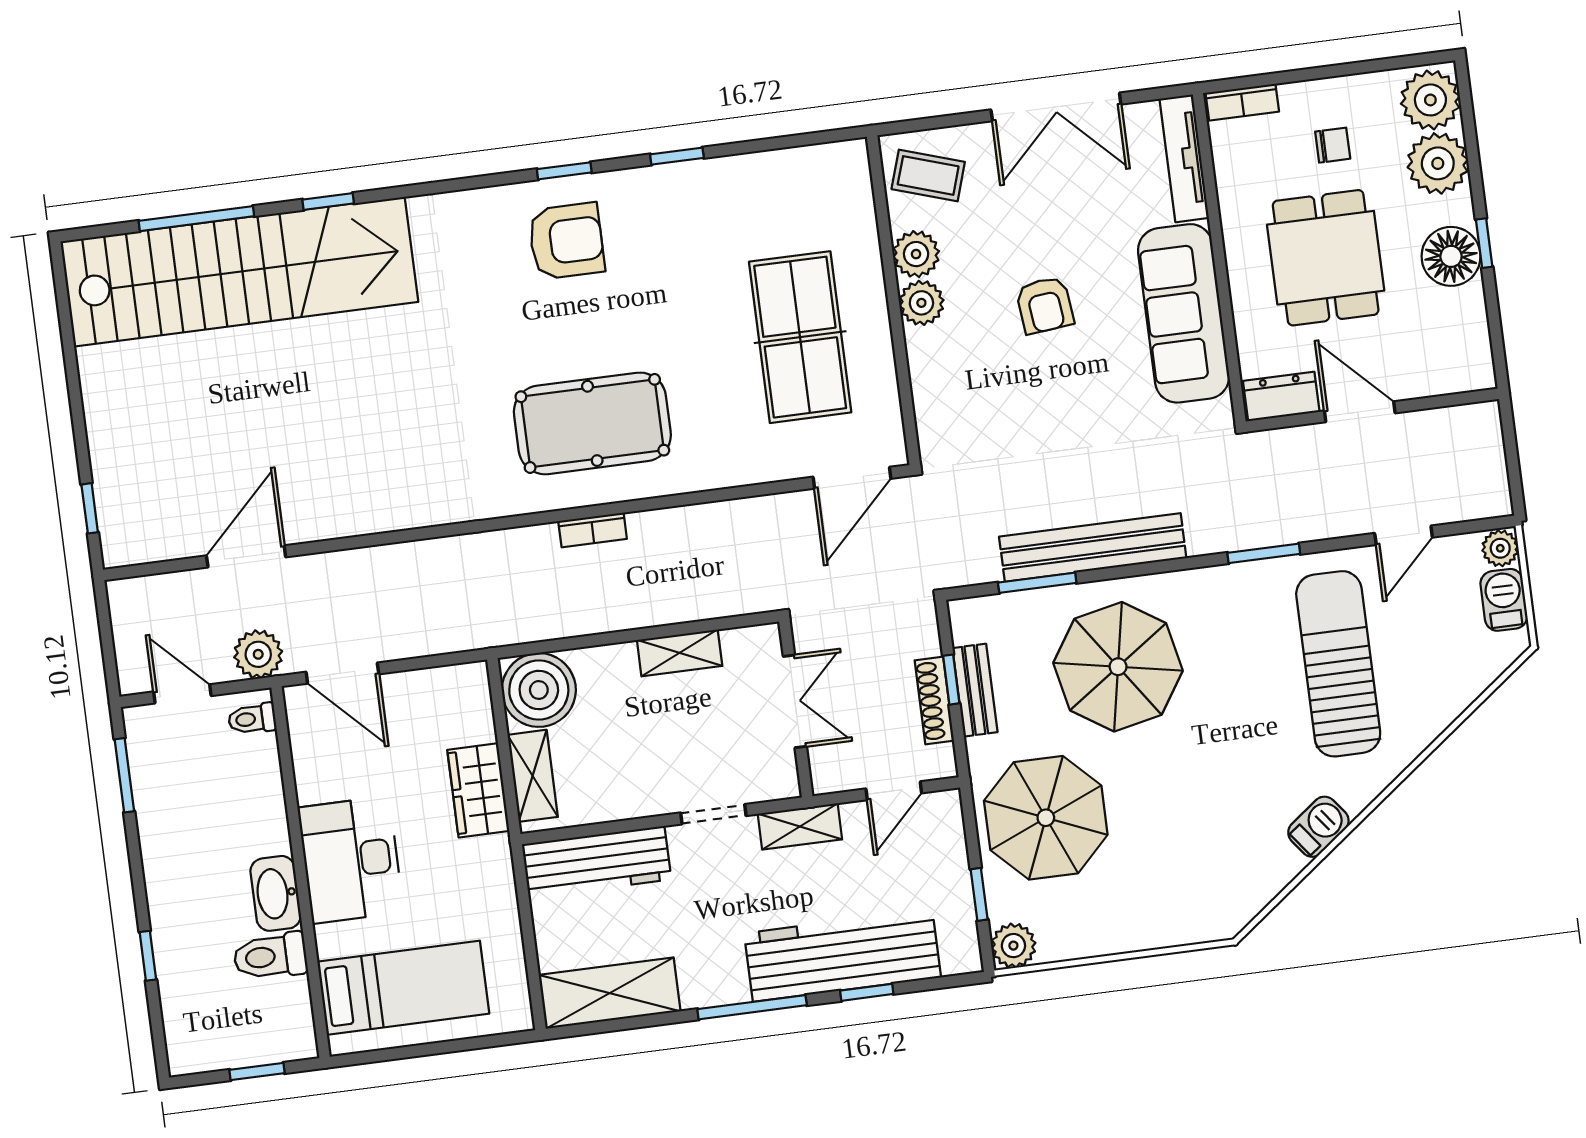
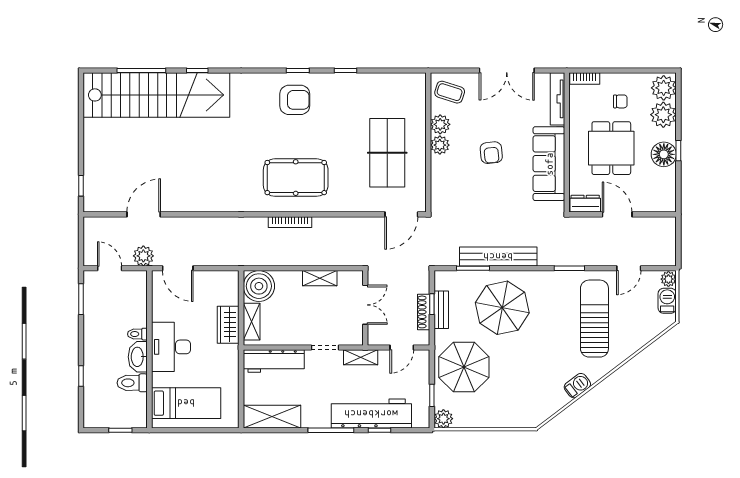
bookcase: (593, 530) -> (290, 222), width x1.56
toilet: (252, 719) -> (137, 334), moved

